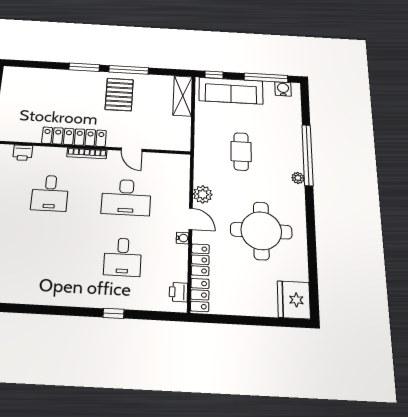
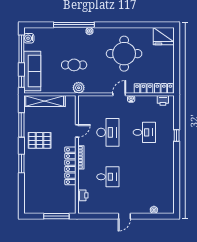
window: (129, 70) -> (21, 125), moved
shelving: (183, 96) -> (45, 101), width x1.47
plant: (203, 194) -> (79, 88), moved

